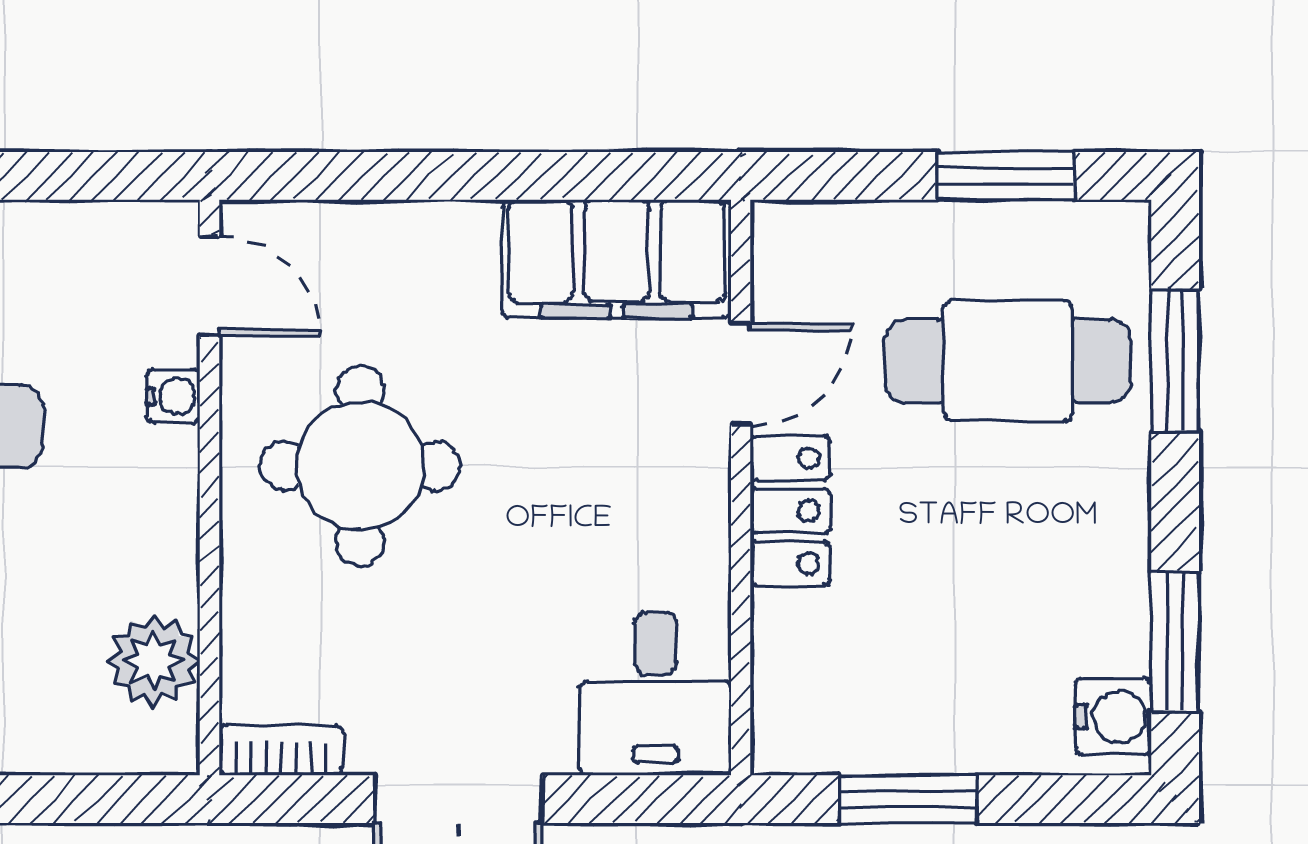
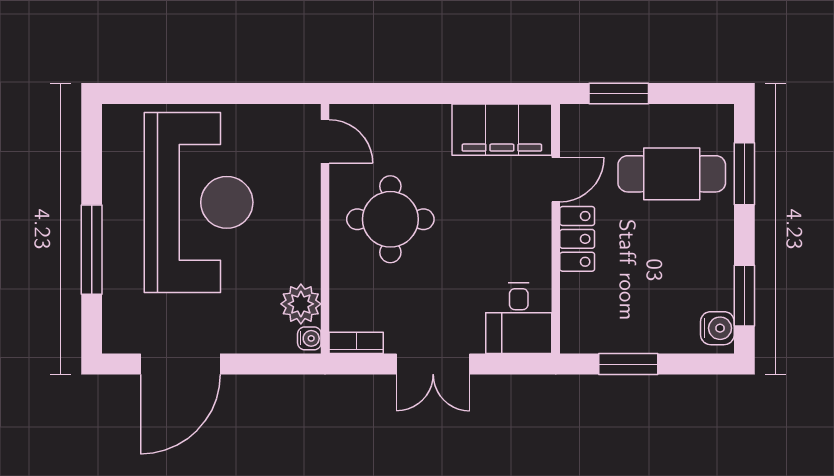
window: (1005, 176) -> (619, 93), moved
water cooler: (173, 396) -> (309, 338), moved

